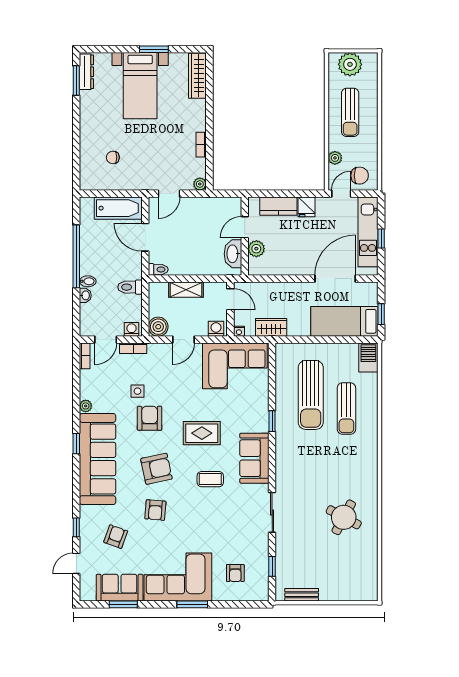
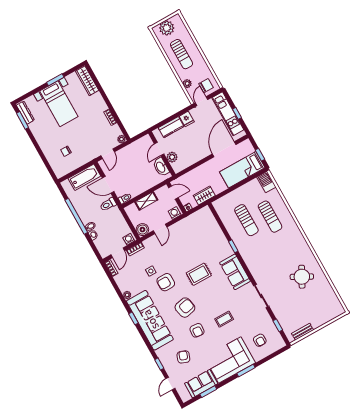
toilet: (130, 287) -> (108, 204), moved
corner sofa: (235, 366) -> (196, 228), removed
sun lounger: (311, 395) -> (246, 220), width x0.73, depth x0.75
armchair: (150, 418) -> (166, 282), turned -90
coffee table: (210, 479) -> (224, 319), moved

